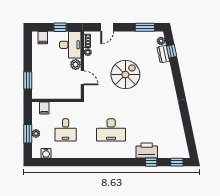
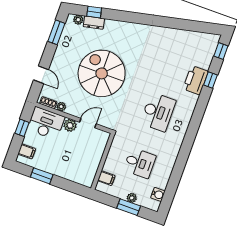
spiral stairs: (125, 75) -> (102, 73), width x1.37, depth x1.37
window: (28, 80) -> (42, 176), moved

